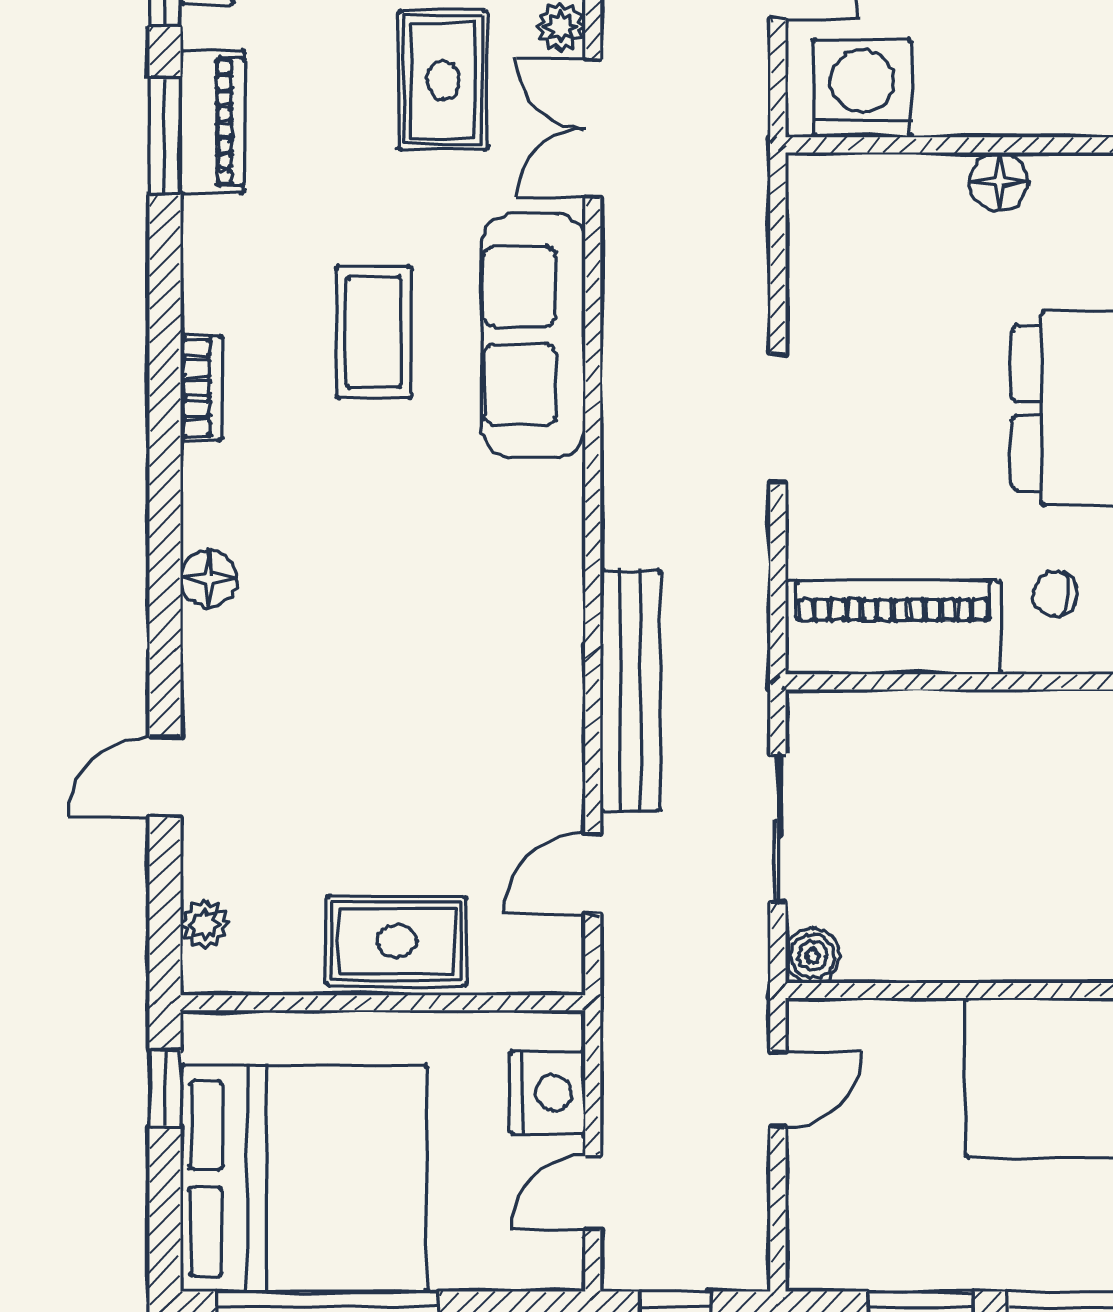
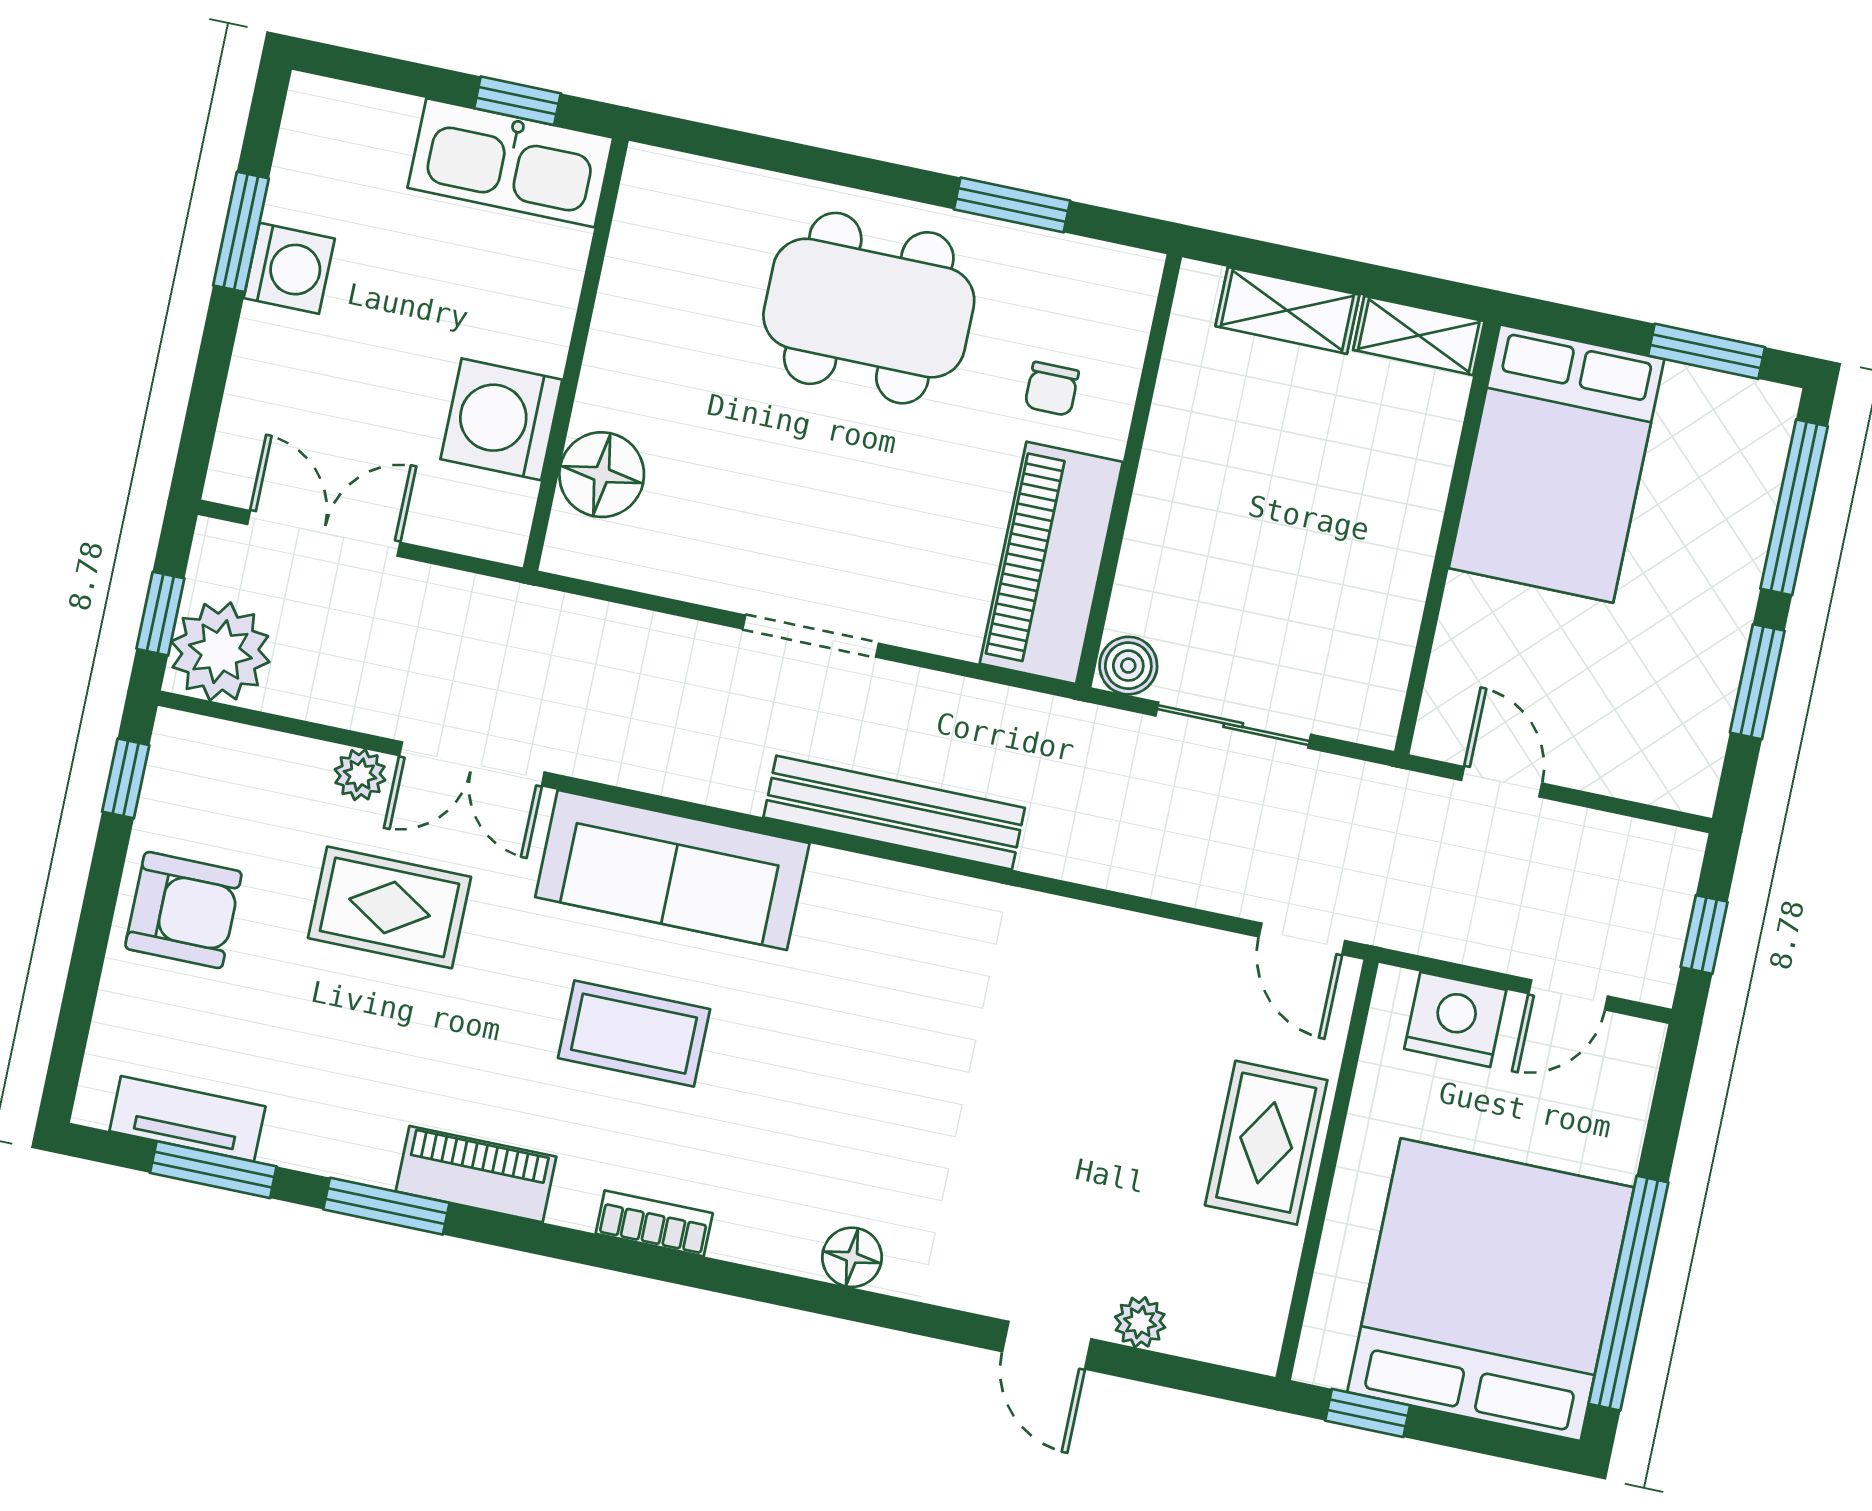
washing machine: (862, 88) -> (501, 419), moved
piano: (212, 122) -> (476, 1174), moved
floor lamp: (999, 182) -> (602, 475), moved, width x1.38, depth x1.38
bench: (630, 690) -> (894, 813), moved
door: (593, 873) -> (1302, 939), moved
plant: (205, 924) -> (1140, 1322), moved
boiler: (813, 956) -> (1128, 666), moved
door: (593, 1193) -> (1568, 995), hinge flipped

